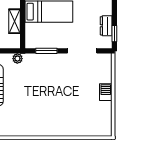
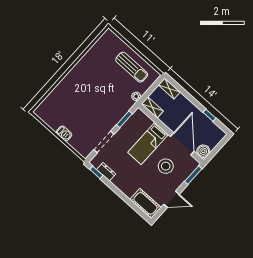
shelving: (14, 21) -> (152, 107), moved

